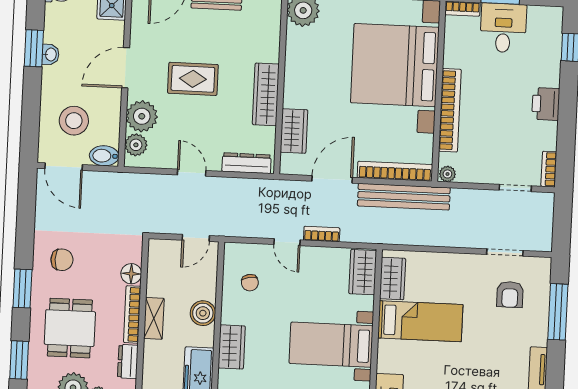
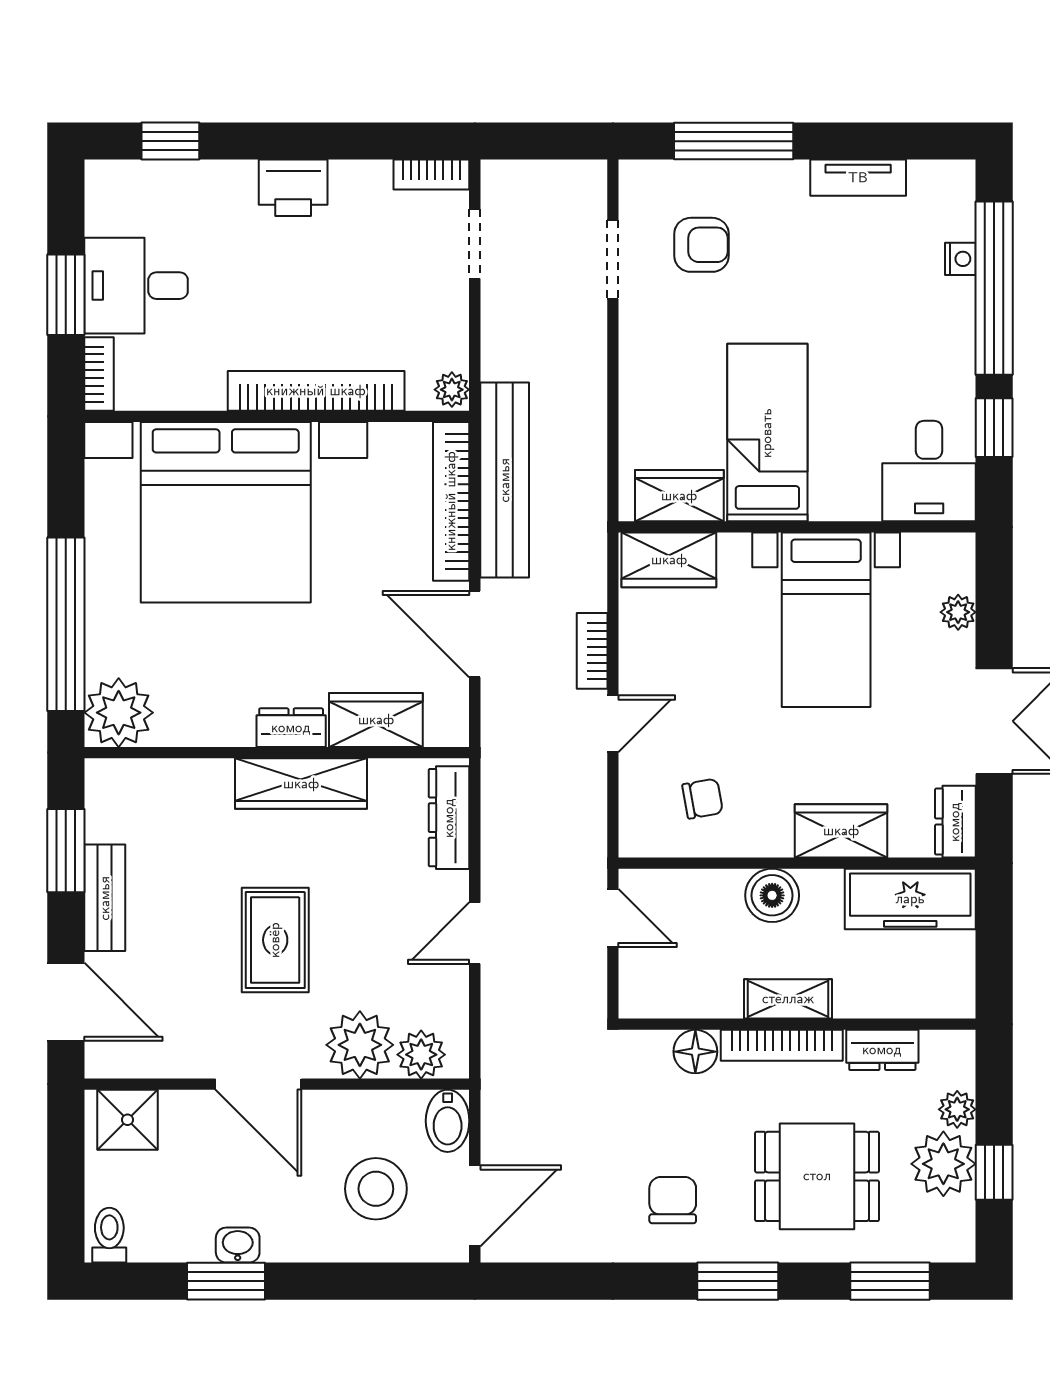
dresser: (292, 91) -> (291, 728), added

